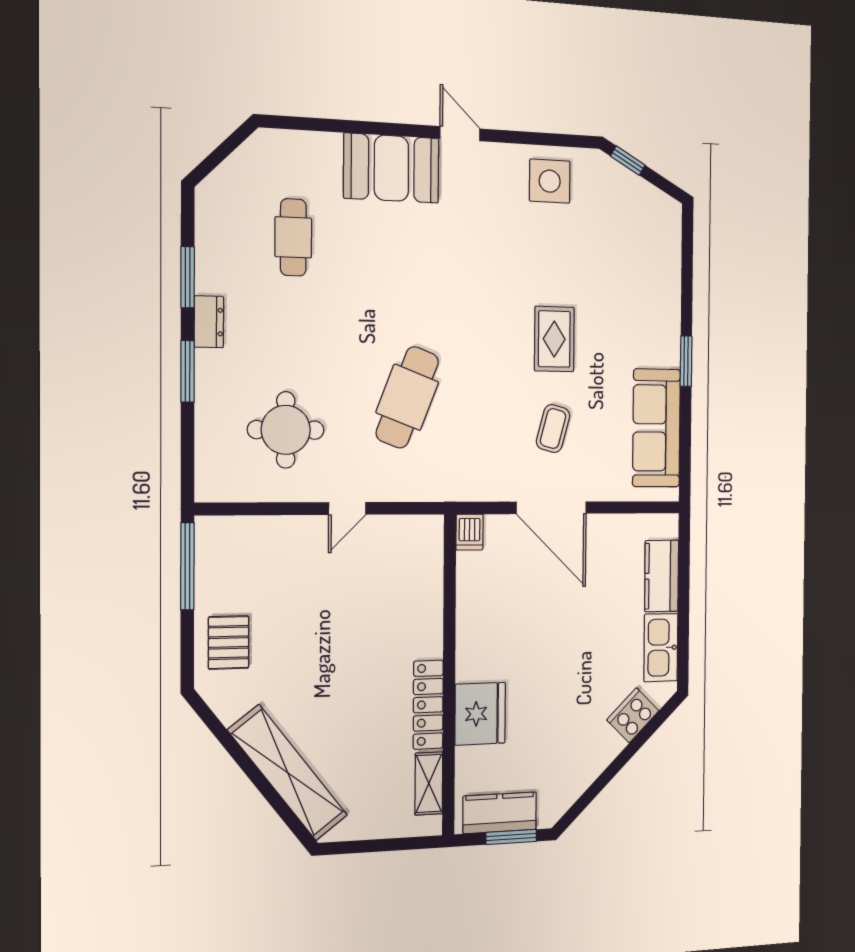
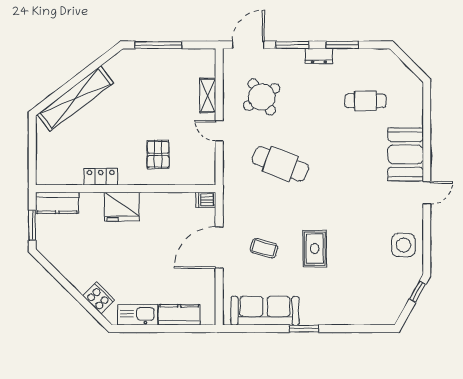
rug: (554, 339) -> (315, 248), turned 90
round table: (286, 430) -> (262, 97), turned -33
door: (187, 454) -> (248, 45), added
window: (187, 566) -> (158, 45), moved
pallet: (229, 642) -> (158, 154), moved, turned 90
locker: (428, 705) -> (101, 177), width x0.66
fridge: (480, 714) -> (122, 207), moved
shelving: (429, 784) -> (208, 95), moved, turned 90
kitchen counter: (500, 813) -> (57, 203), moved, turned 90

